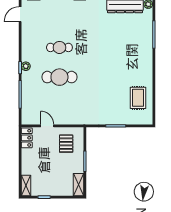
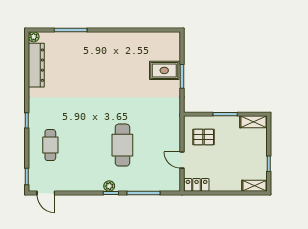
cafe table: (59, 47) -> (50, 145), moved
rug: (138, 98) -> (164, 70), moved
door: (47, 126) -> (182, 160), hinge flipped

